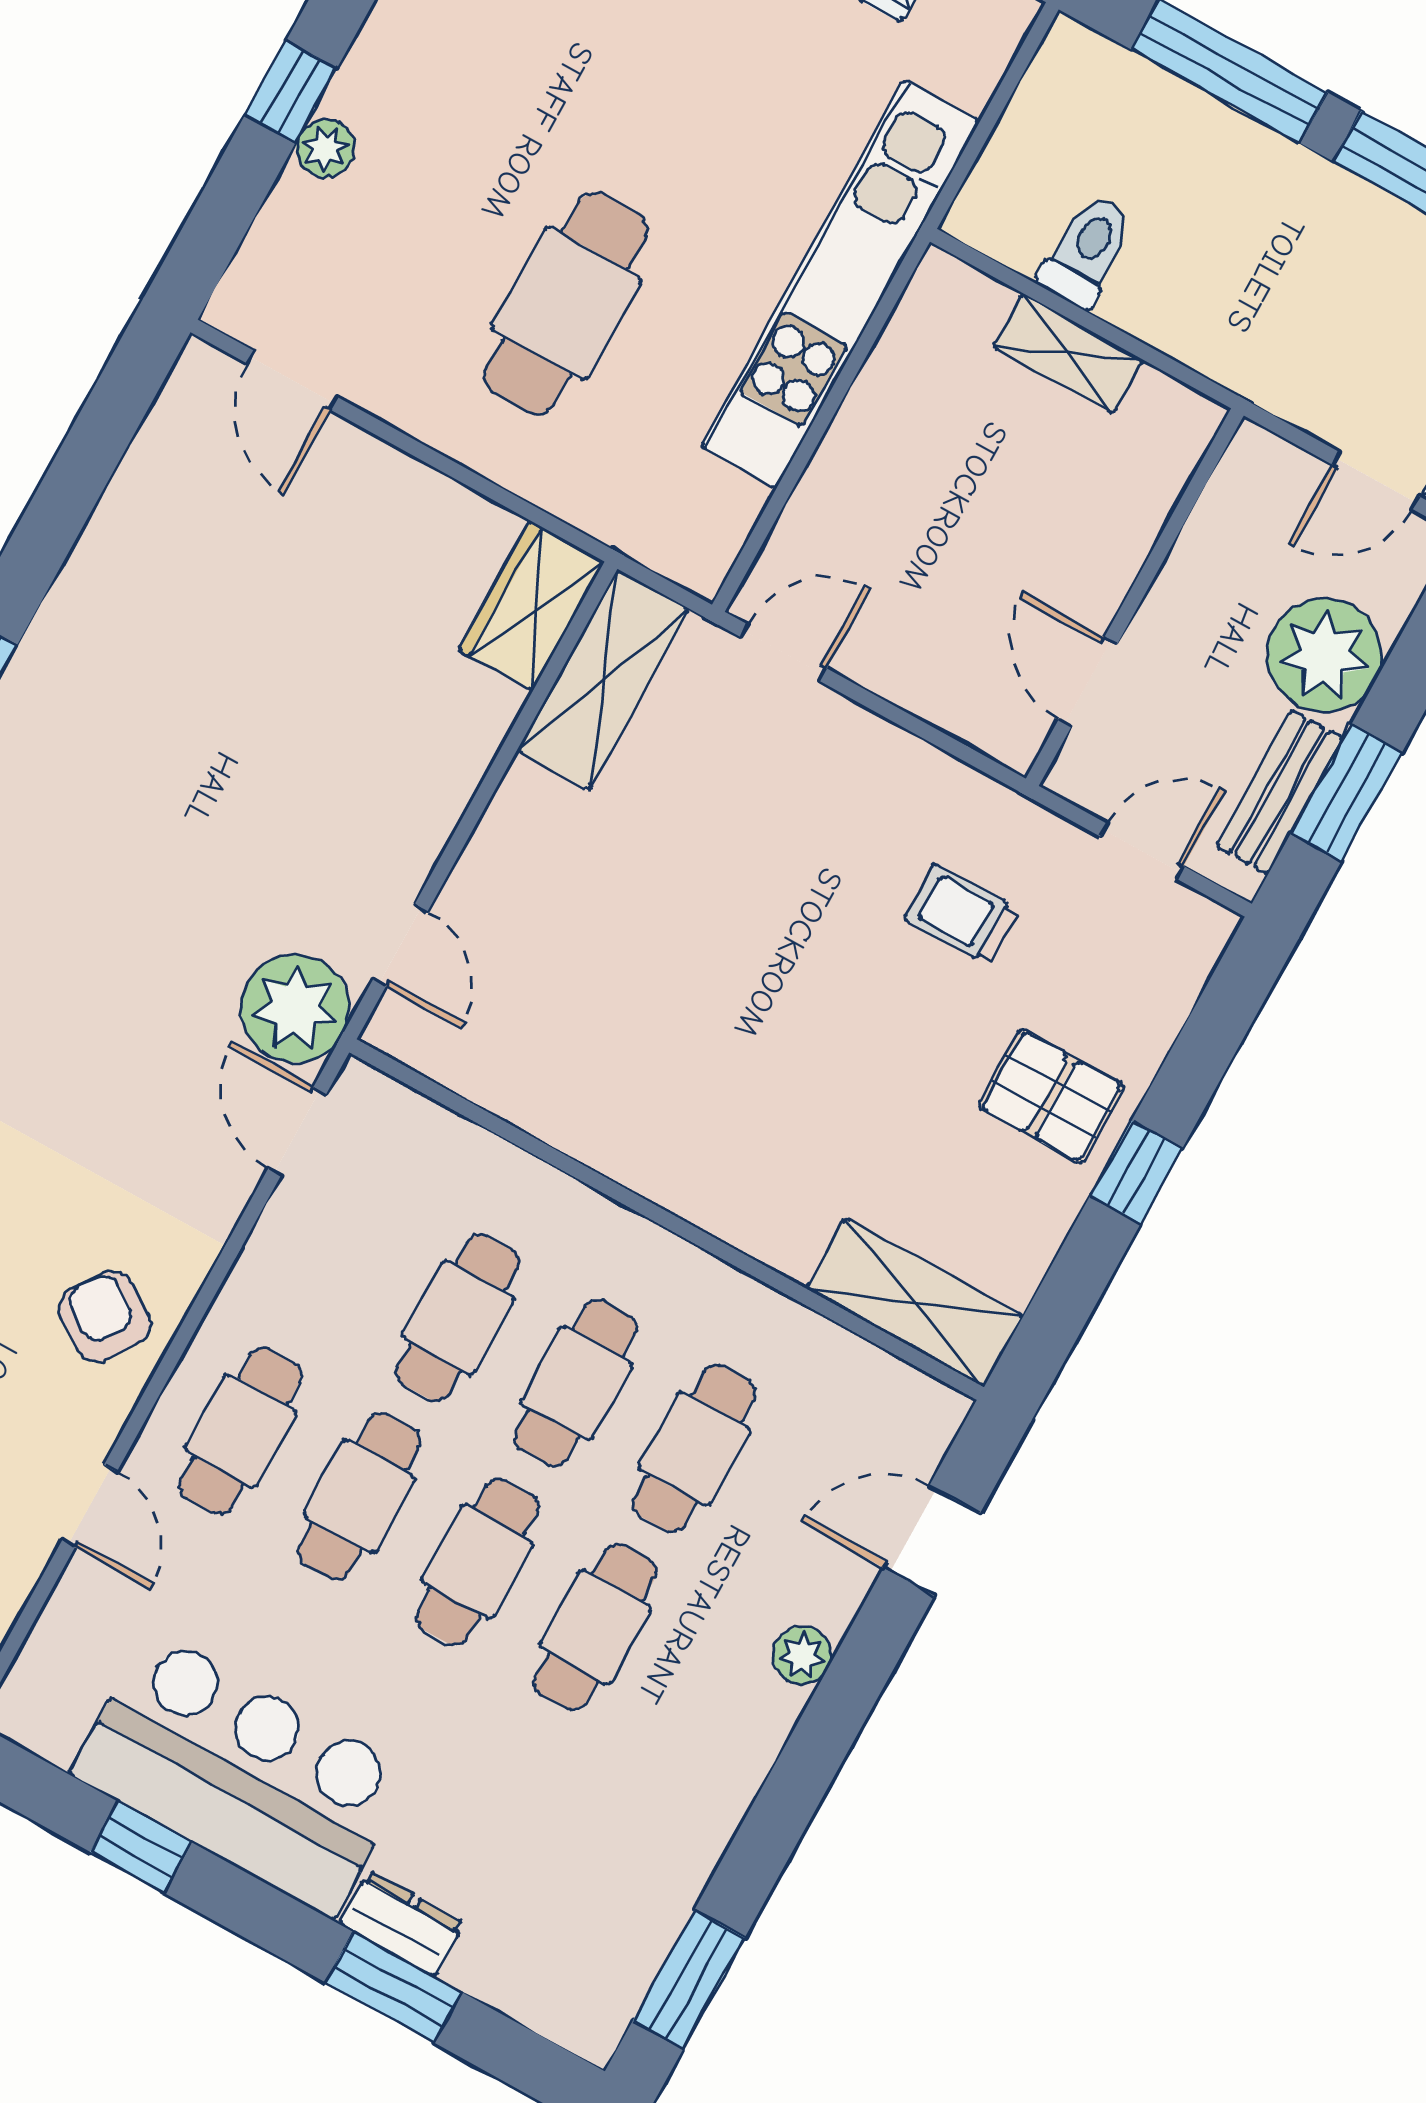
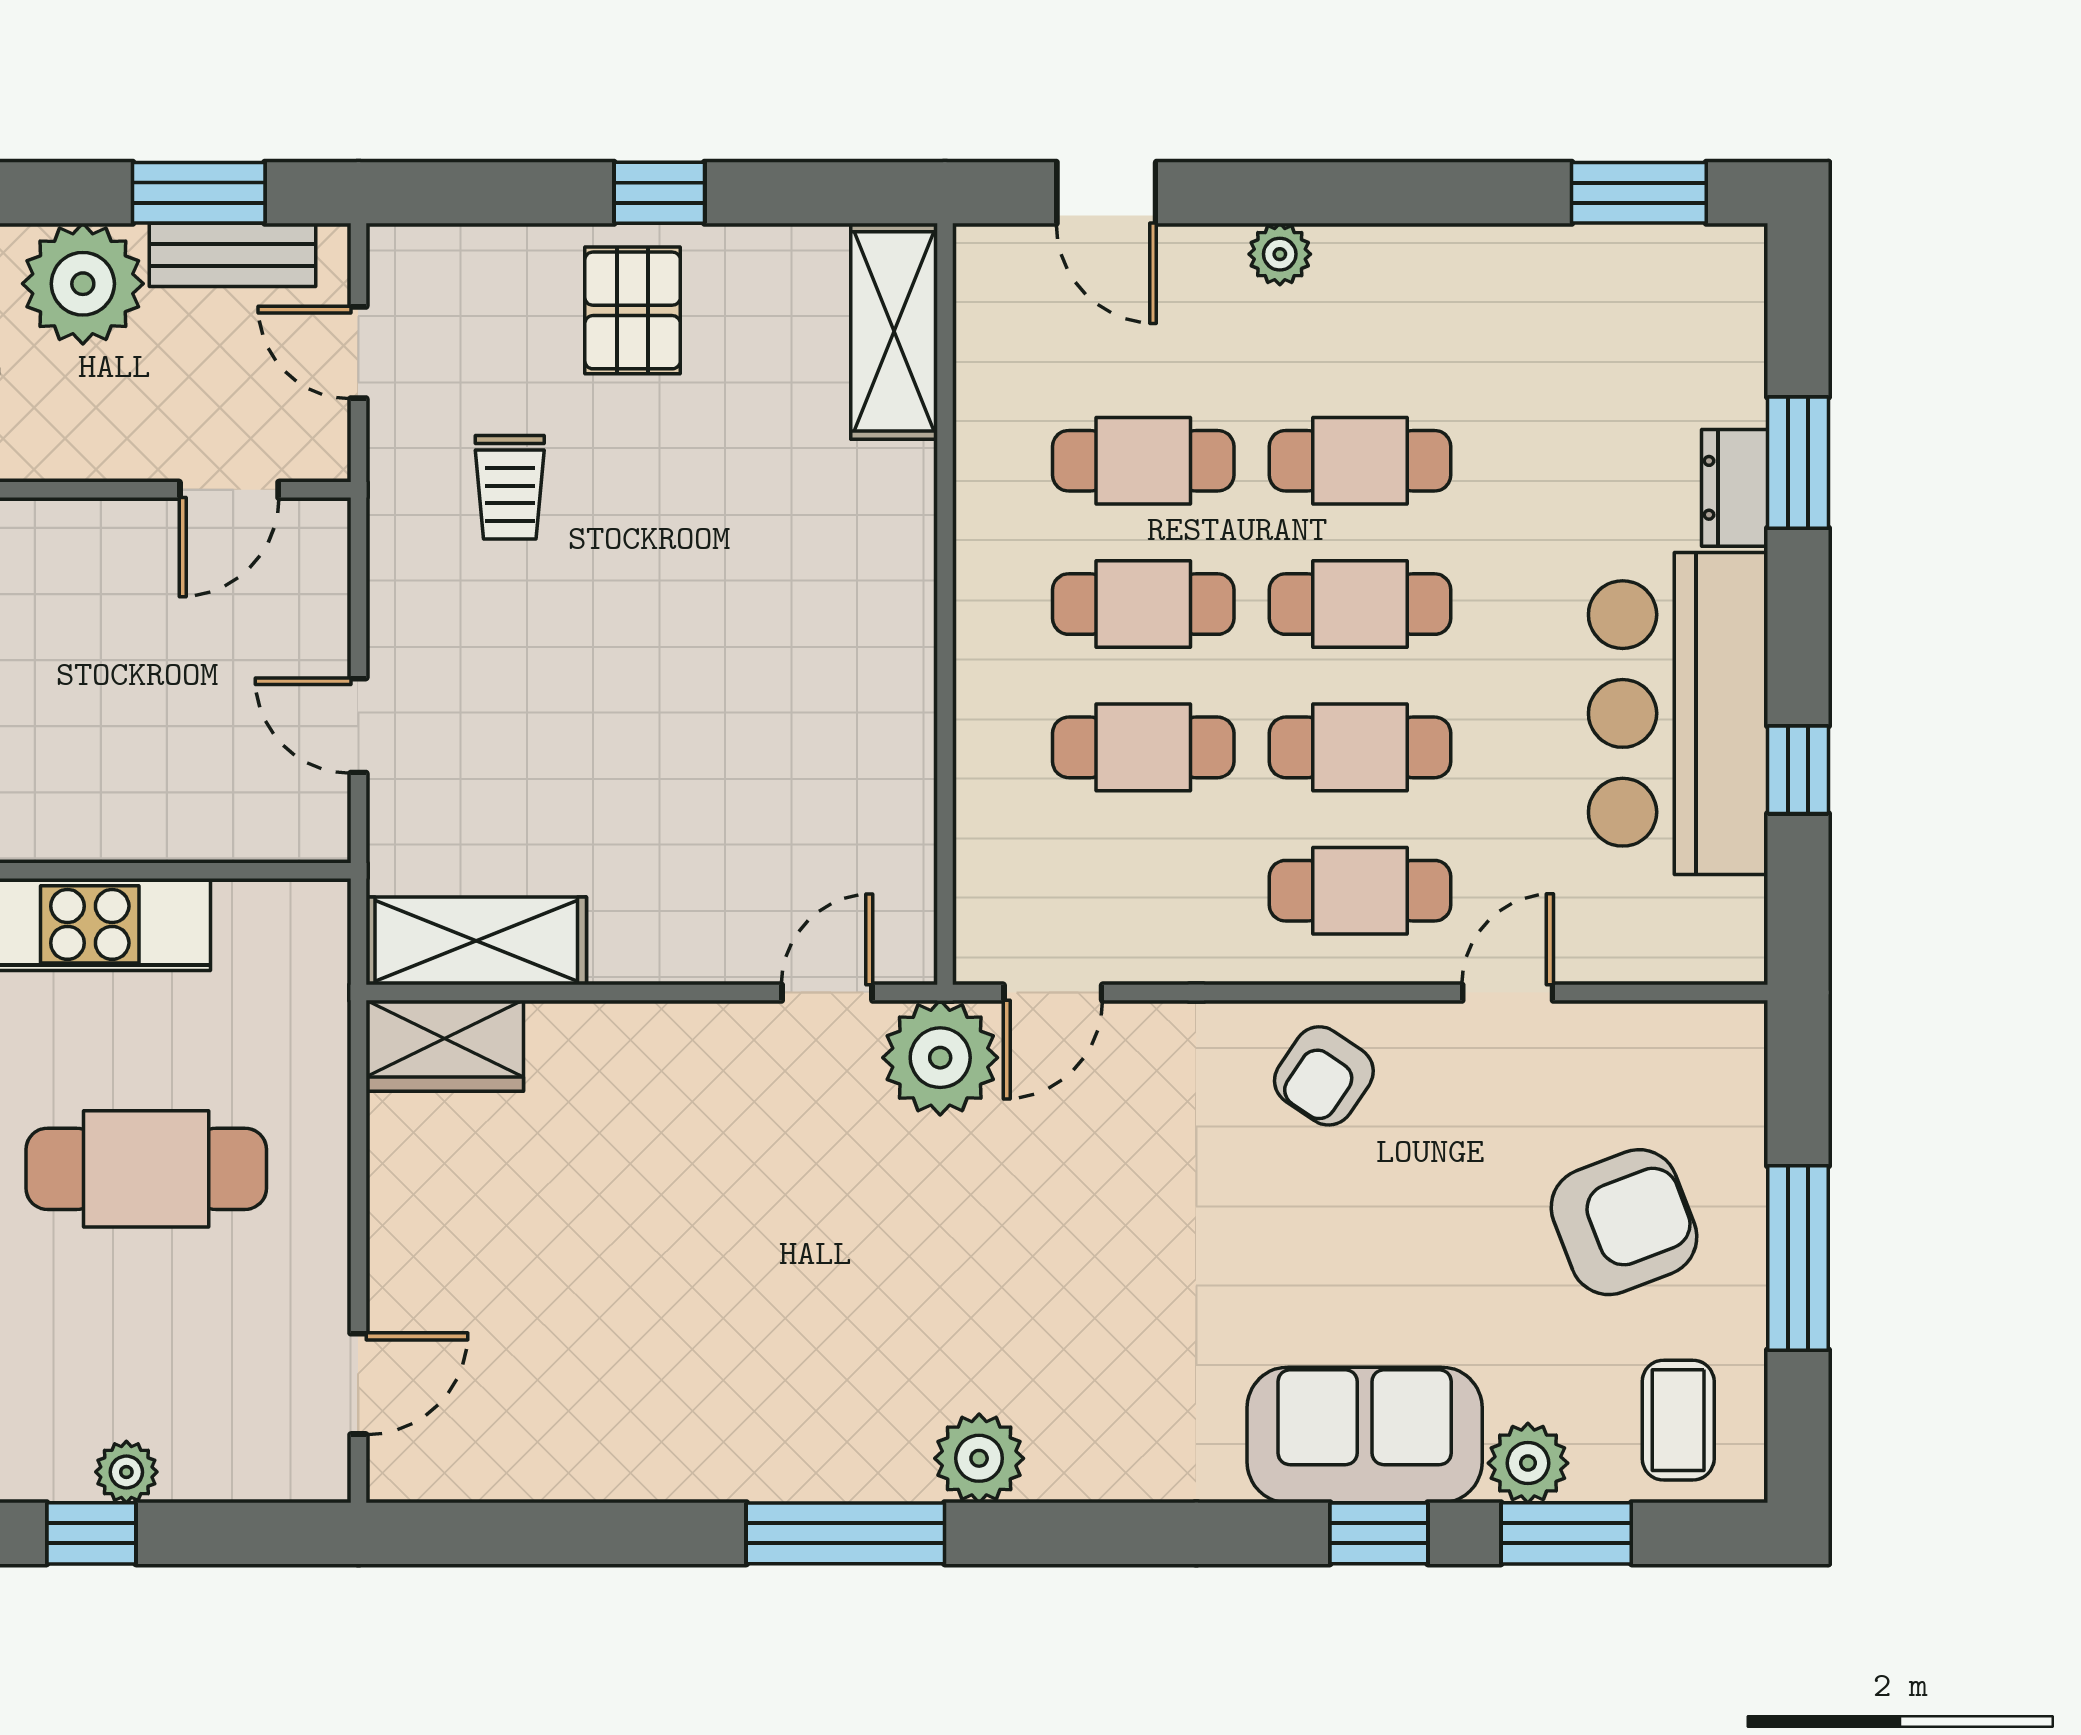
door: (784, 653) -> (358, 726), moved

